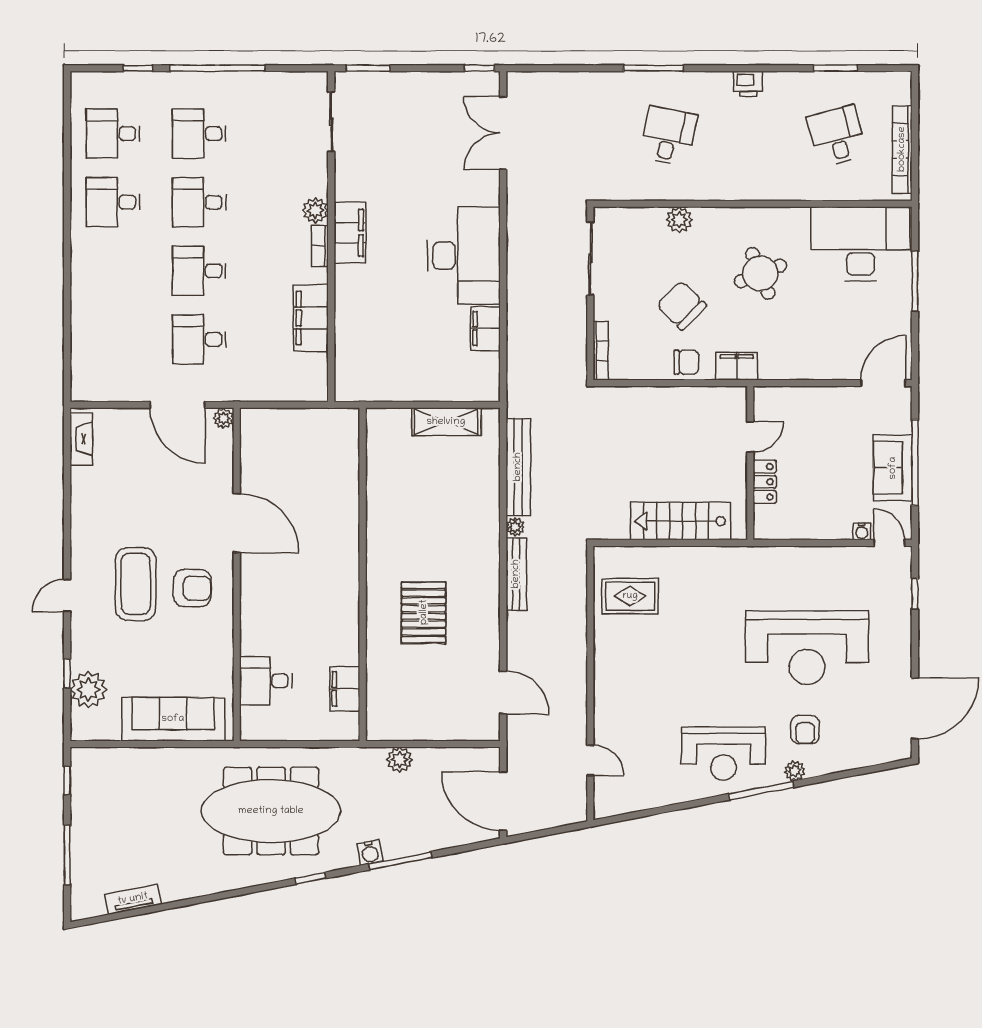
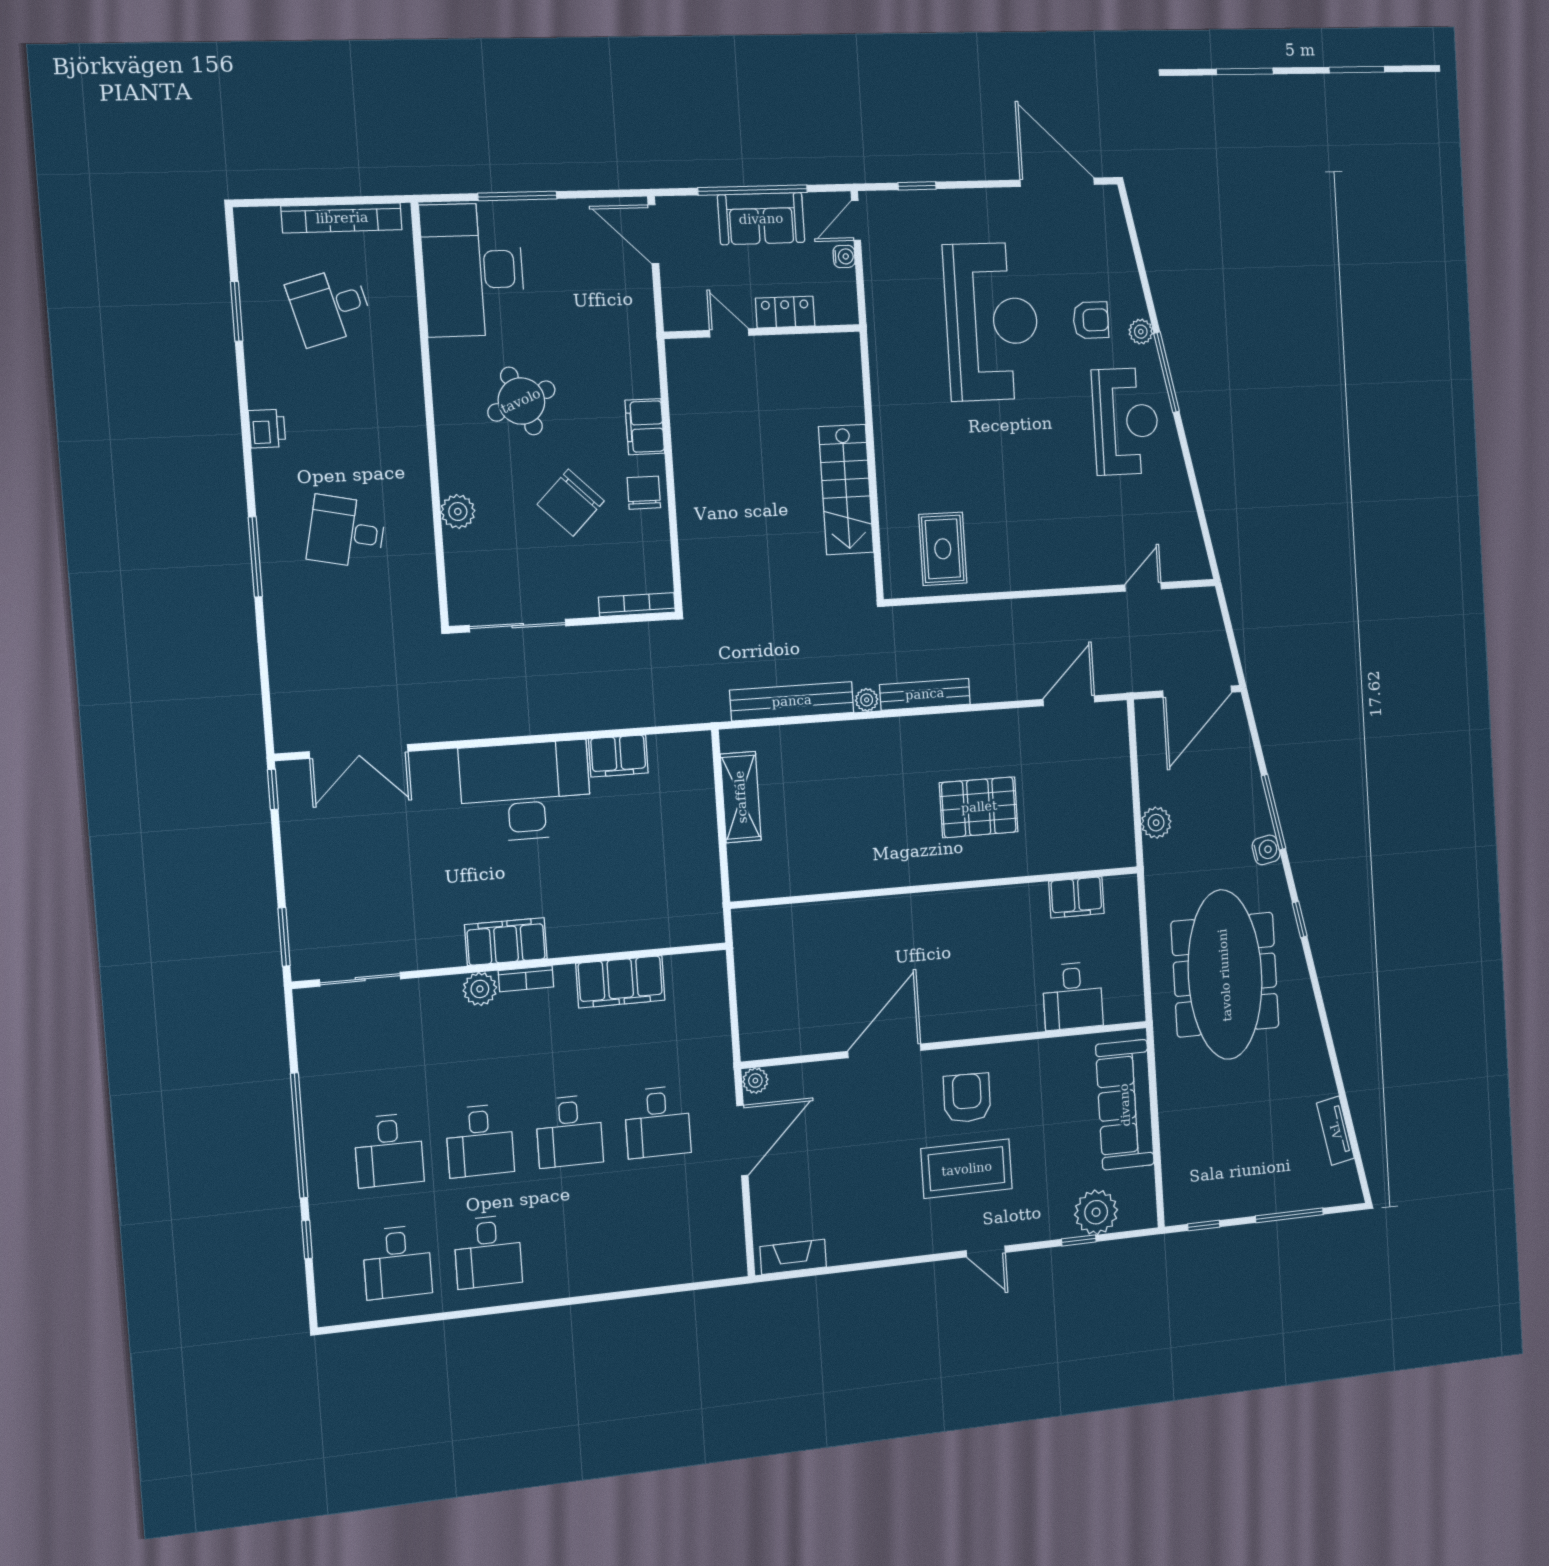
door: (750, 437) -> (729, 333), moved
wall: (750, 463) -> (763, 332), moved
locker: (765, 482) -> (785, 312), moved

